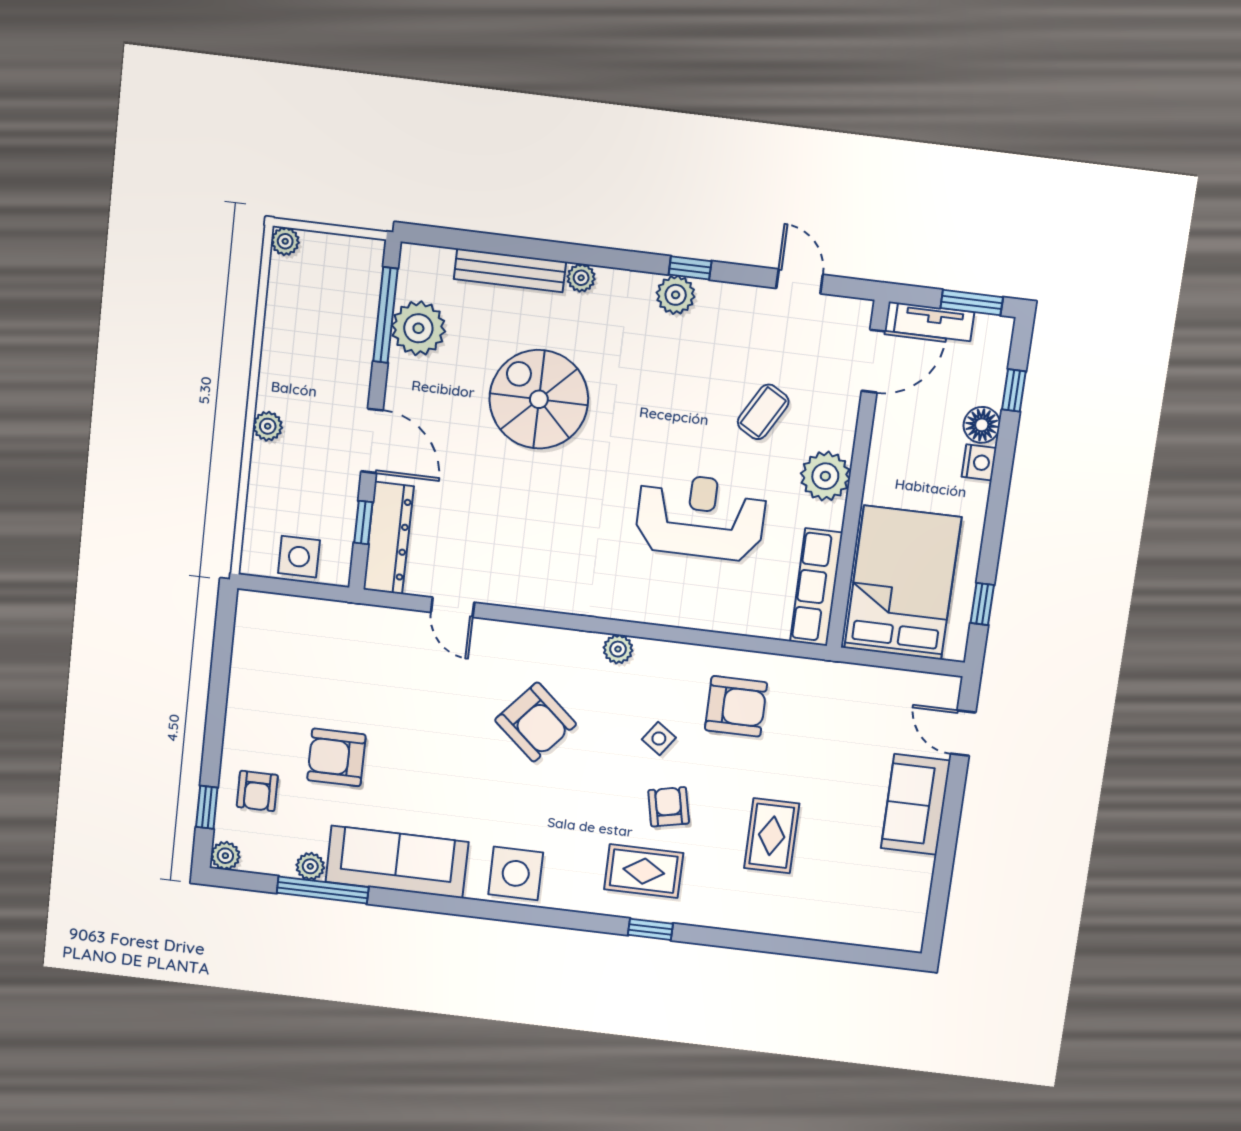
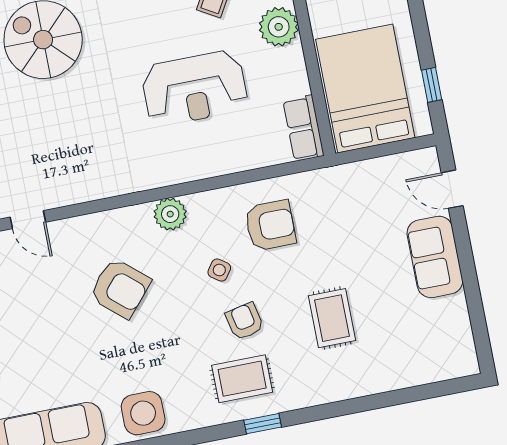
reception desk: (701, 517) -> (194, 88), turned 180
row of seats: (816, 587) -> (303, 128), width x0.68
plant: (618, 649) -> (170, 214), width x1.38, depth x1.38

